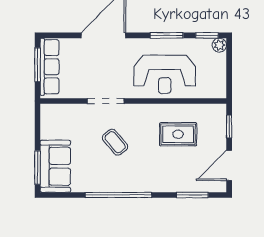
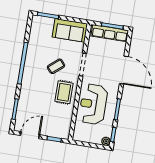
rug: (178, 134) -> (64, 92), moved
door: (229, 165) -> (30, 135), hinge flipped
sofa: (55, 166) -> (70, 30), moved

